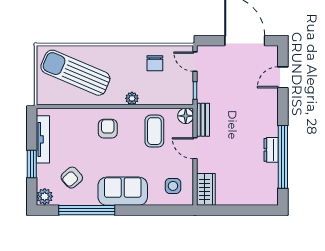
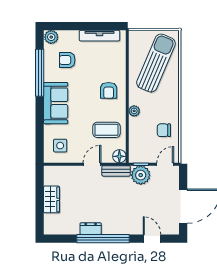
plant: (208, 91) -> (141, 175), added
armchair: (108, 129) -> (109, 90), turned 90
window: (283, 157) -> (103, 239), moved
window: (32, 164) -> (79, 26), removed
armchair: (72, 178) -> (67, 60), turned -48
wardrobe: (206, 189) -> (52, 199), moved, turned -90

